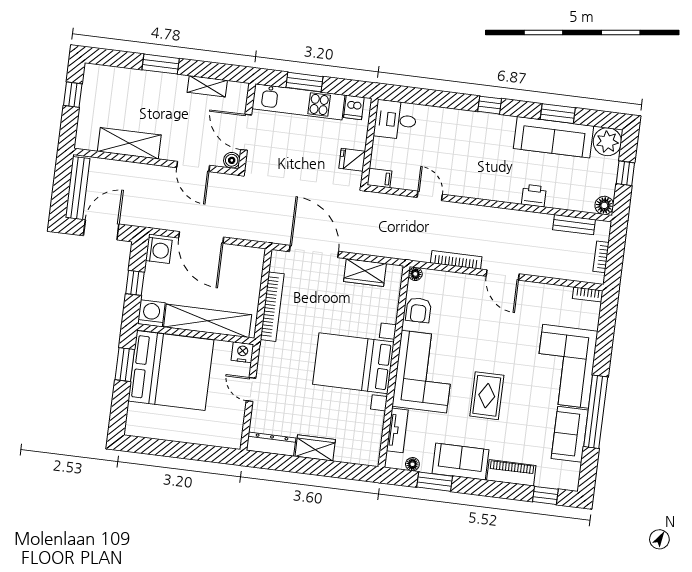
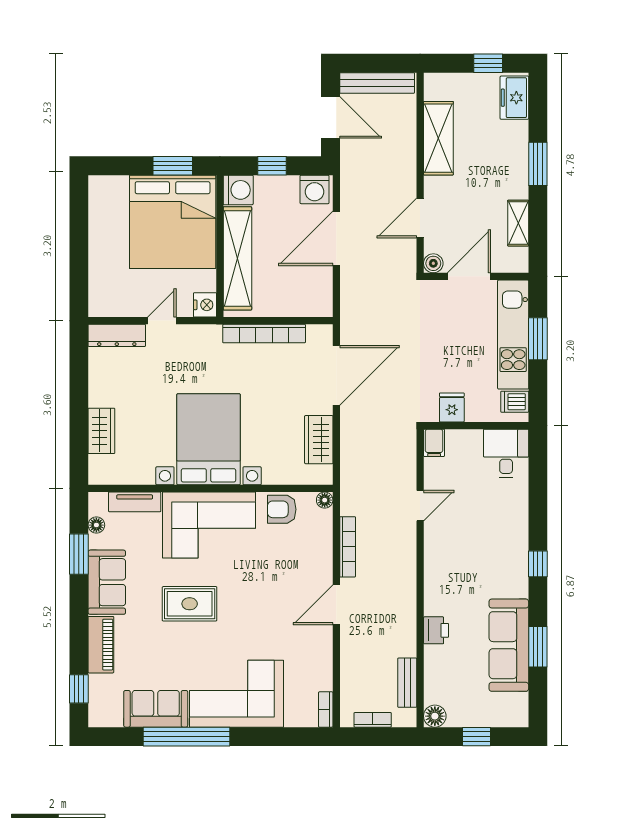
freezer: (104, 77) -> (514, 98), added
plant: (607, 142) -> (512, 710), removed
dresser: (271, 444) -> (117, 335), moved, turned 90
wardrobe: (315, 448) -> (101, 431), moved

